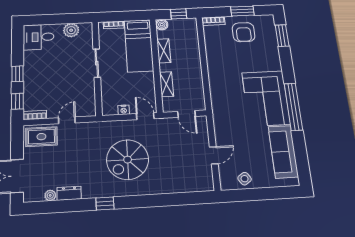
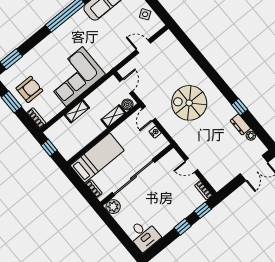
boiler: (162, 25) -> (127, 104), moved
plant: (71, 30) -> (113, 207), moved
shelving: (164, 51) -> (77, 111), moved
sliding door: (97, 63) -> (133, 178), width x1.86
corner sofa: (266, 98) -> (74, 77), moved, turned 180
rug: (41, 137) -> (216, 174), removed
spiral stairs: (128, 160) -> (189, 103), turned 180
window: (105, 203) -> (239, 107), moved

